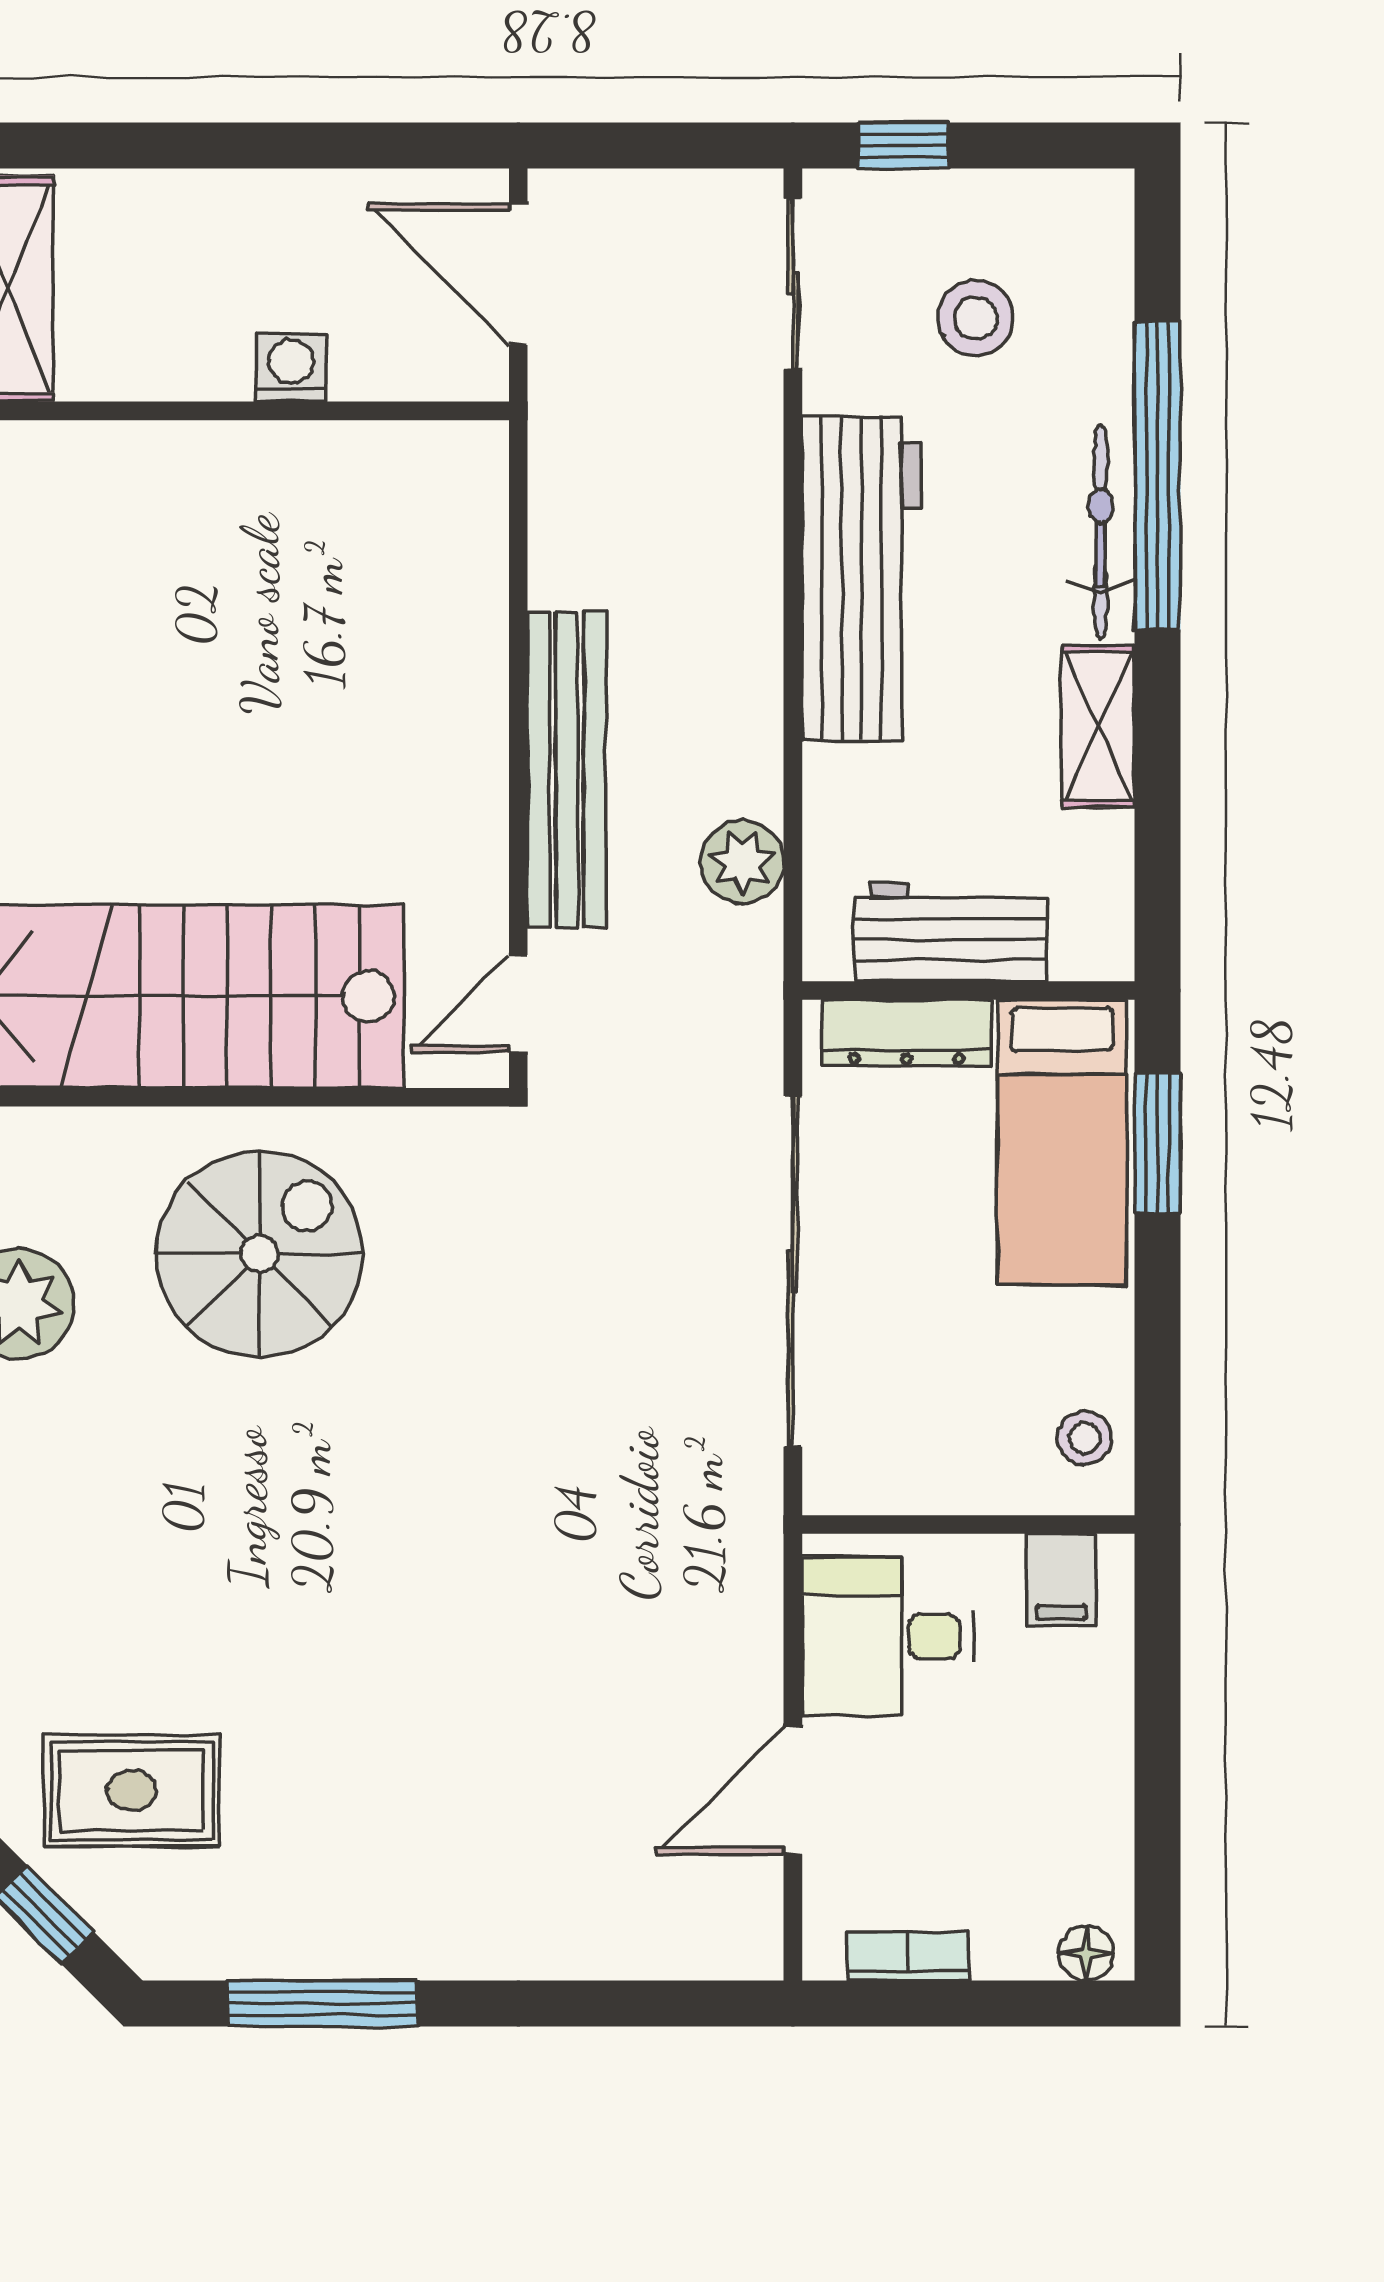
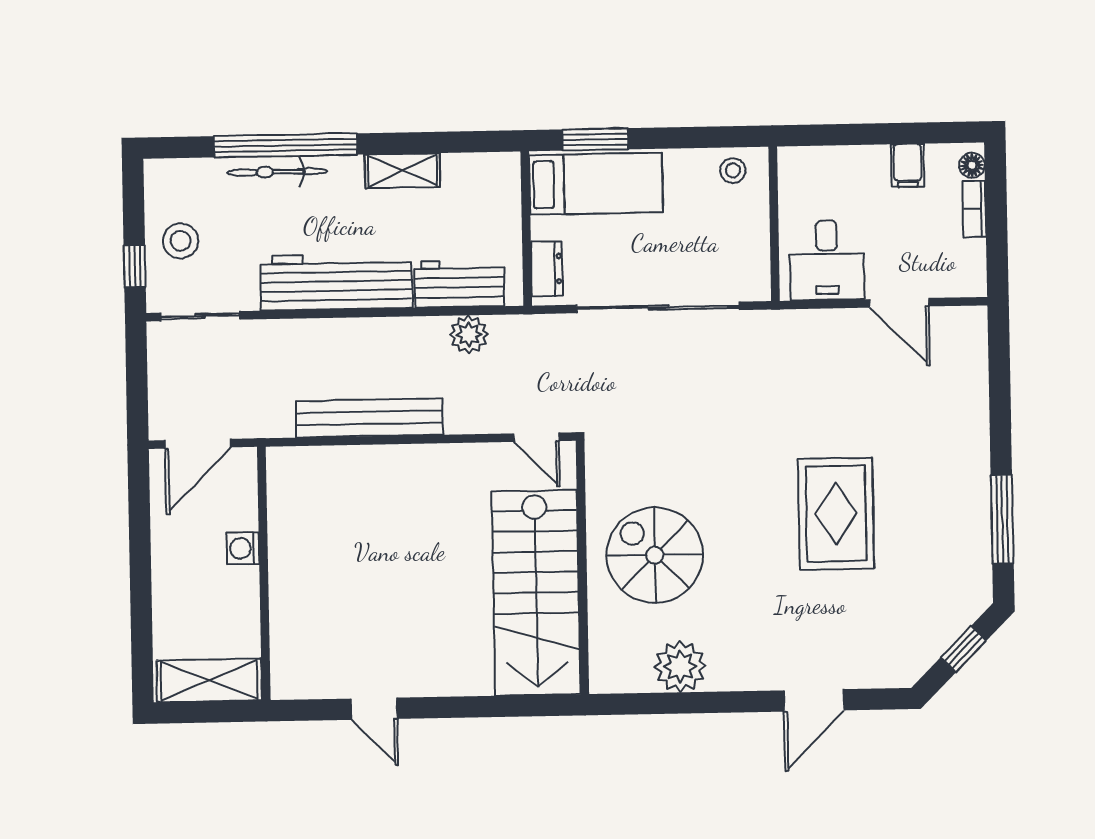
stool: (976, 318) -> (180, 241), moved
bicycle: (1101, 532) -> (277, 172), moved
bench: (567, 770) -> (369, 418), moved
workbench: (951, 932) -> (459, 284), moved, turned 90
dresser: (907, 1033) -> (547, 269), width x0.70
filing cabinet: (1061, 1580) -> (908, 165), moved, turned 90
rug: (132, 1791) -> (836, 514), moved, width x1.36, depth x1.43
bookcase: (907, 1956) -> (974, 209), moved

